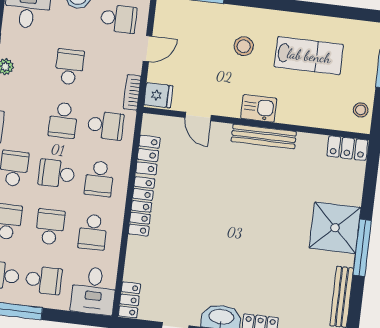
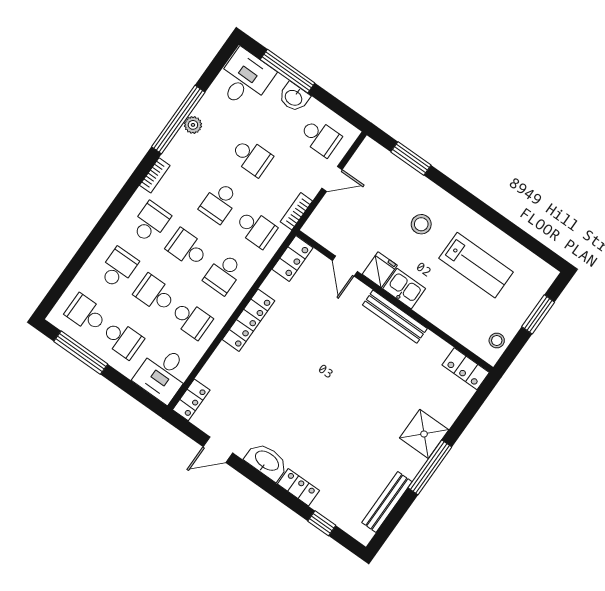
school desk: (69, 67) -> (252, 157), turned 90
fridge: (158, 95) -> (380, 270), moved, turned -90
locker: (148, 155) -> (293, 258), moved
school desk: (50, 227) -> (155, 294), turned -90
shower: (335, 228) -> (424, 434), width x0.73, depth x0.73
school desk: (93, 232) -> (191, 320), turned -90

